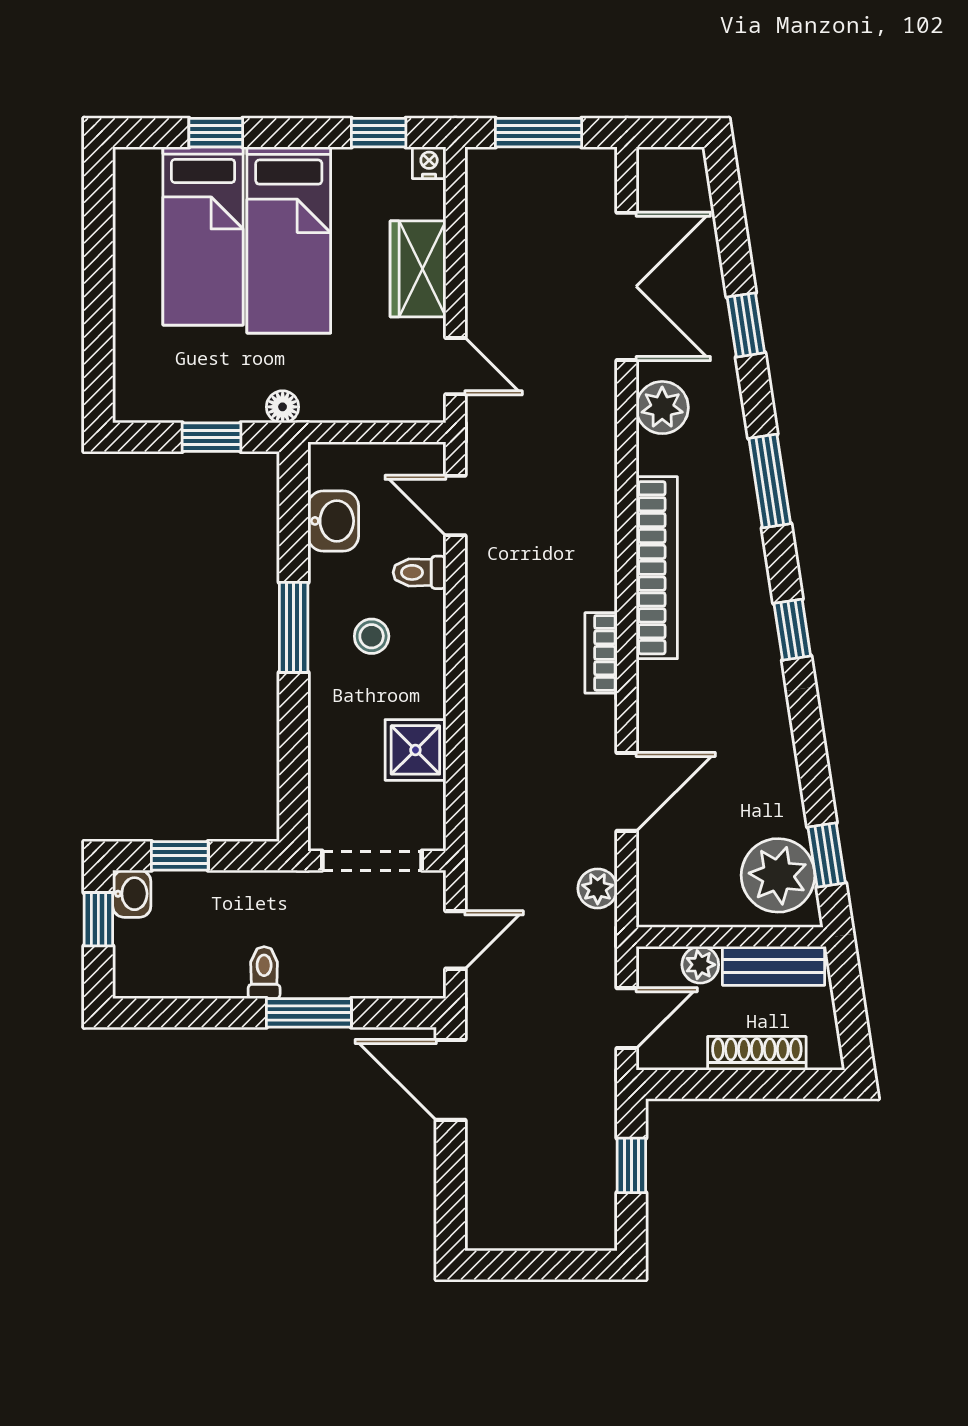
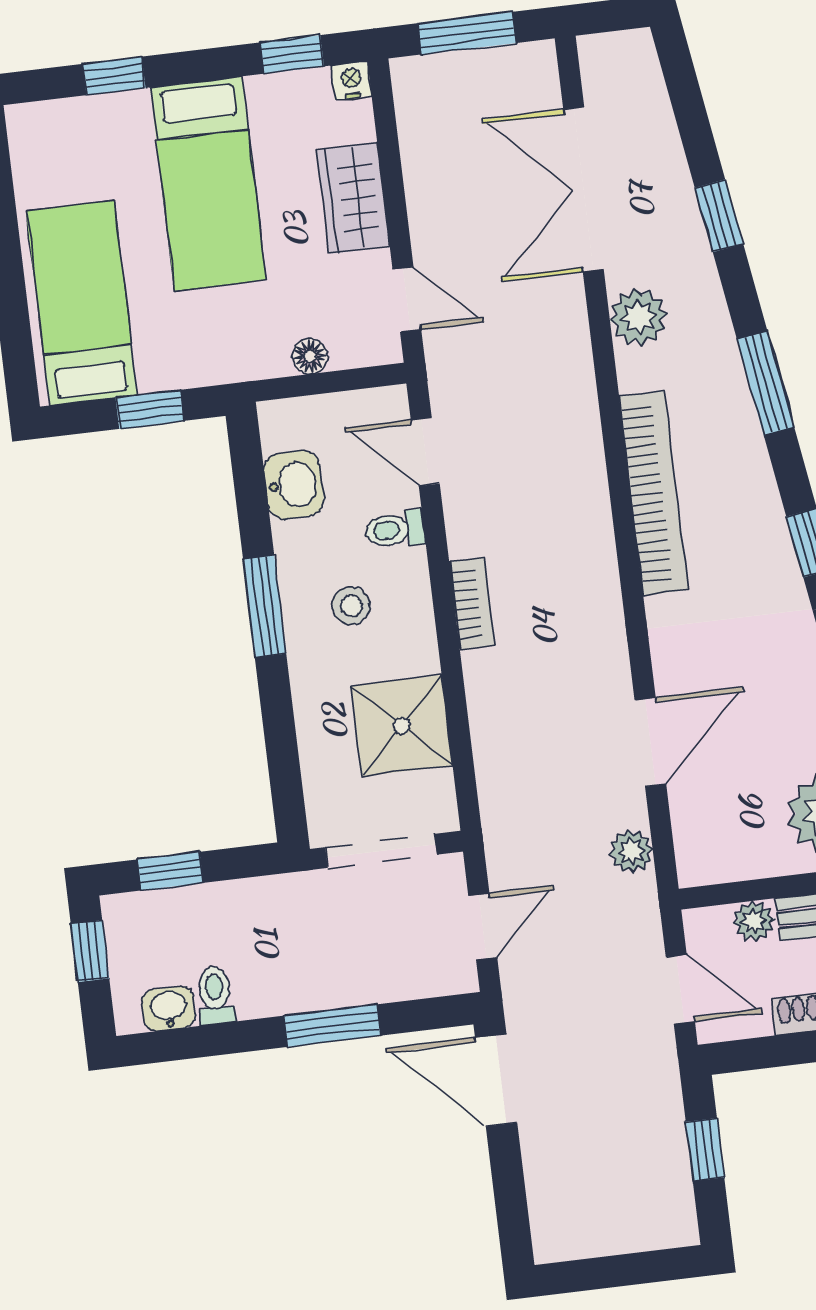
bed: (203, 236) -> (82, 303), moved, turned 180
double door: (627, 286) -> (584, 189), swing flipped
floor lamp: (283, 407) -> (310, 356), moved
bookcase: (601, 653) -> (472, 603), moved, turned 180
shower: (415, 750) -> (402, 726), width x1.36, depth x1.36
washbasin: (132, 894) -> (169, 1009), moved, turned -90
toilet: (264, 973) -> (215, 995), moved
door: (627, 1018) -> (680, 989), hinge flipped

